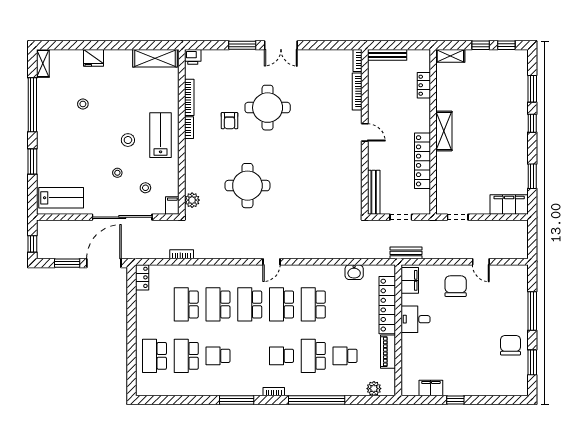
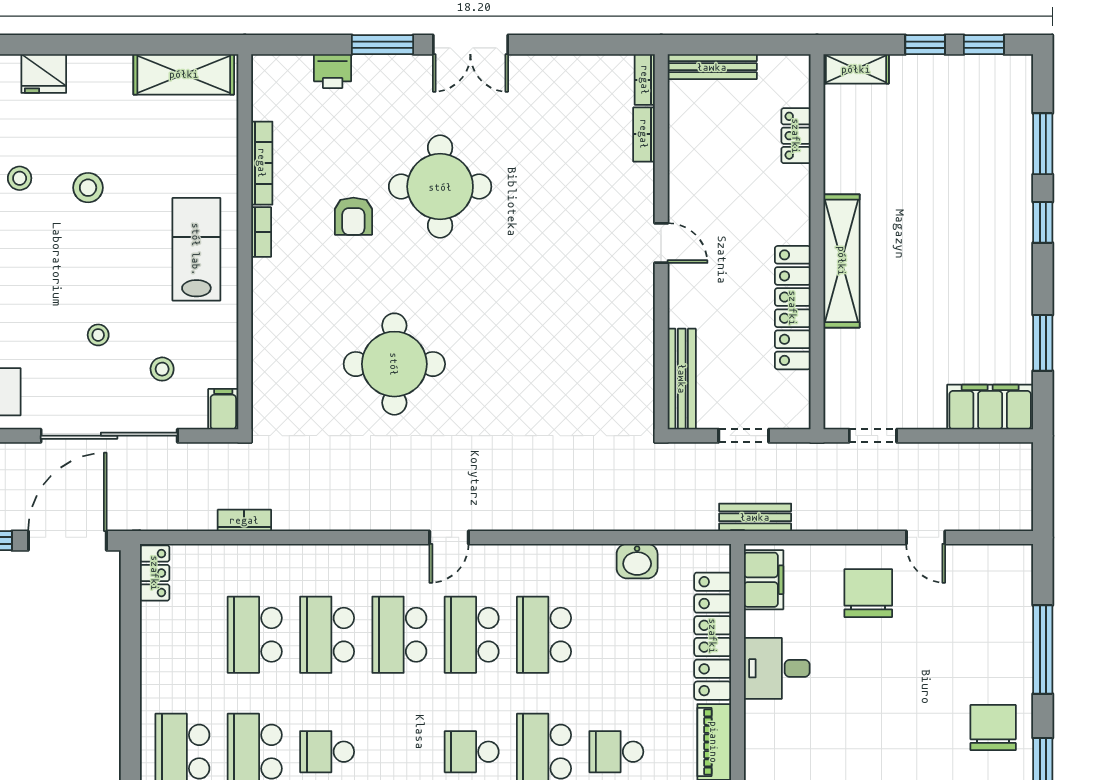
printer: (193, 57) -> (333, 71), moved
bookcase: (357, 91) -> (644, 134), width x0.64
shelving: (444, 131) -> (842, 261), width x1.47
stool: (128, 140) -> (88, 188), moved
plant: (192, 200) -> (268, 397), removed

